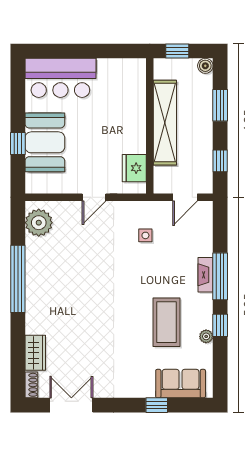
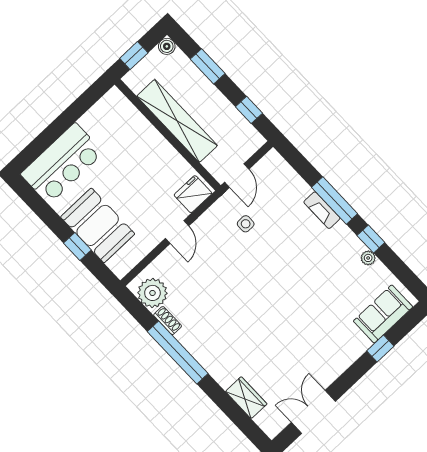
fridge: (134, 168) -> (193, 194), moved, turned 90
door: (185, 197) -> (237, 176), moved
coffee table: (167, 322) -> (327, 276), removed
shoe rack: (31, 385) -> (168, 321), moved

